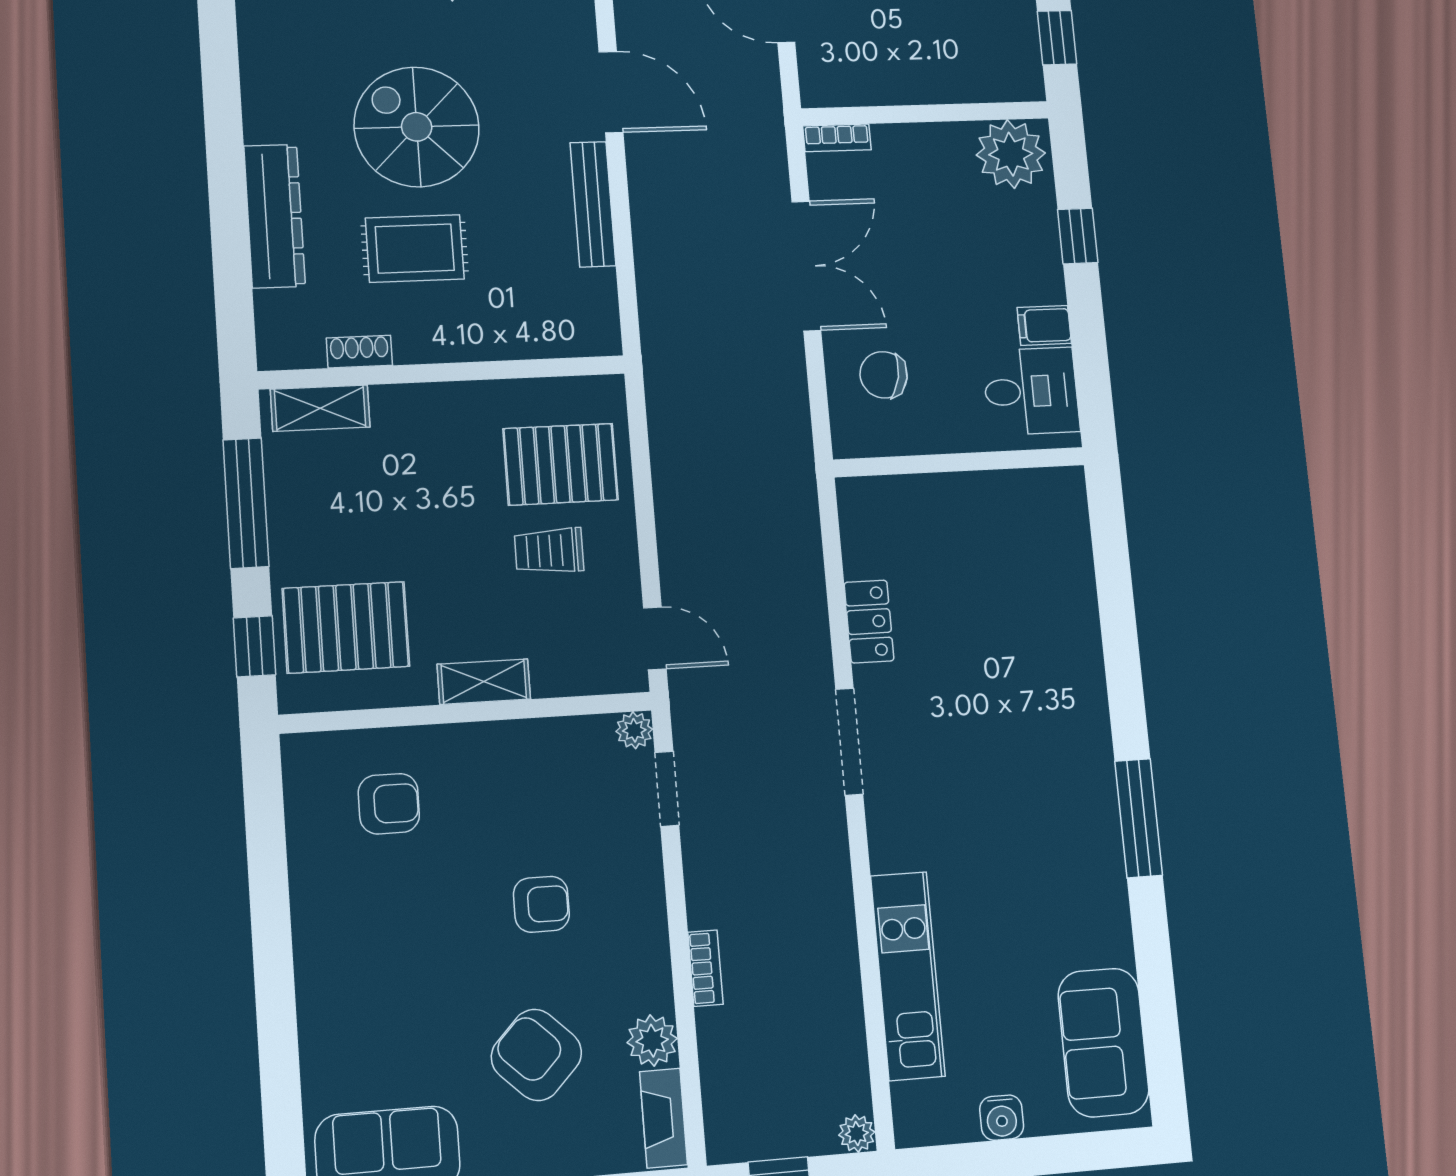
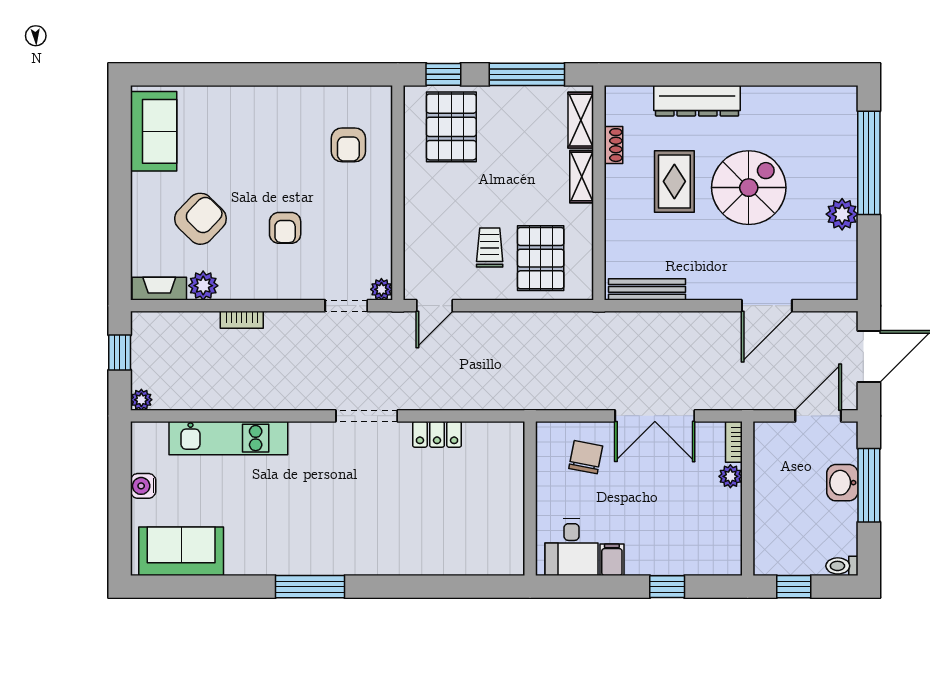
plant: (1011, 154) -> (730, 476), moved, width x0.53, depth x0.53
bench: (593, 204) -> (647, 289), moved
shelving: (484, 682) -> (582, 177), moved

